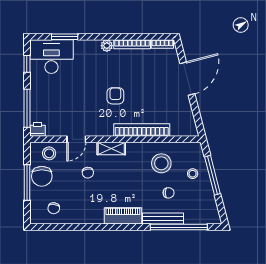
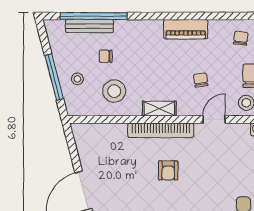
bookcase: (142, 130) -> (161, 130), moved
shelving: (111, 148) -> (159, 109), moved
piano: (123, 216) -> (186, 29), moved
bench: (163, 219) -> (90, 26), moved

